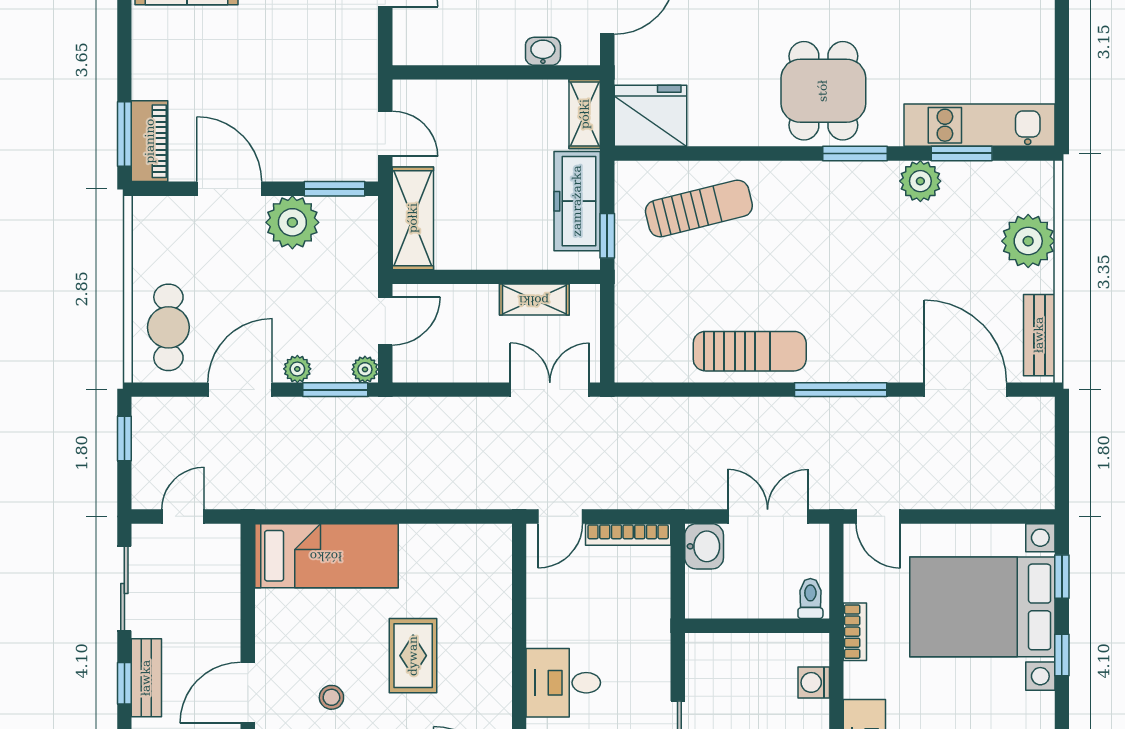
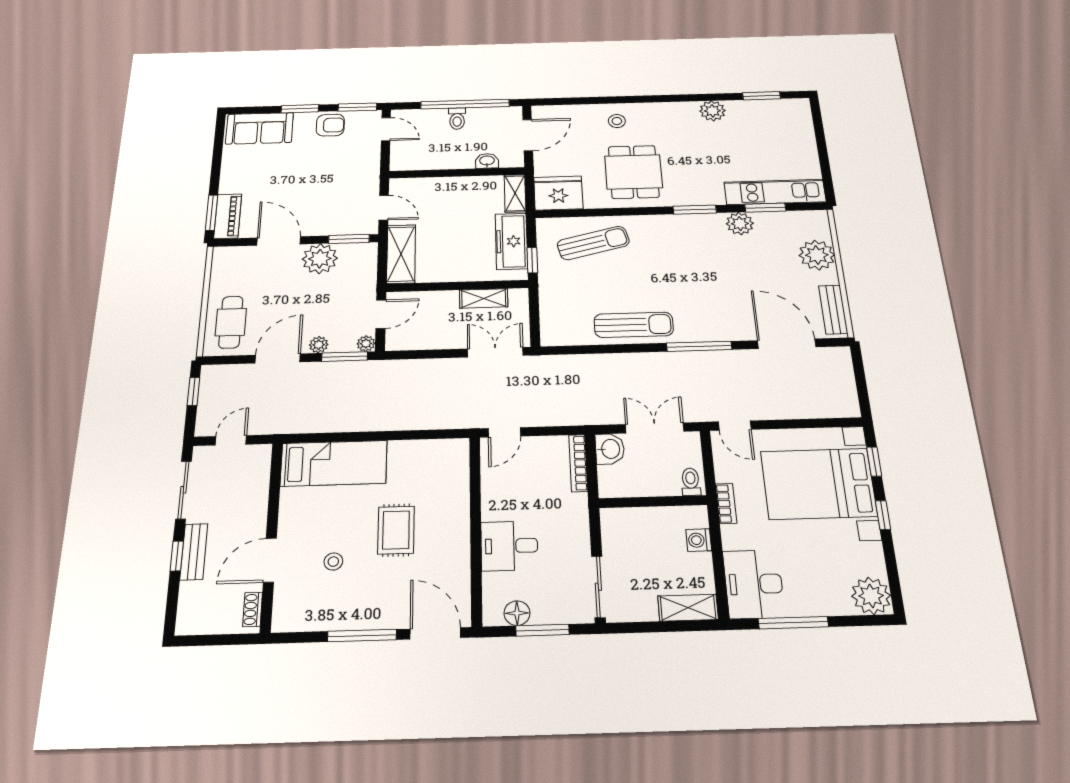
dining table: (823, 91) -> (634, 172), moved
bookcase: (628, 534) -> (578, 463), moved, turned 90

